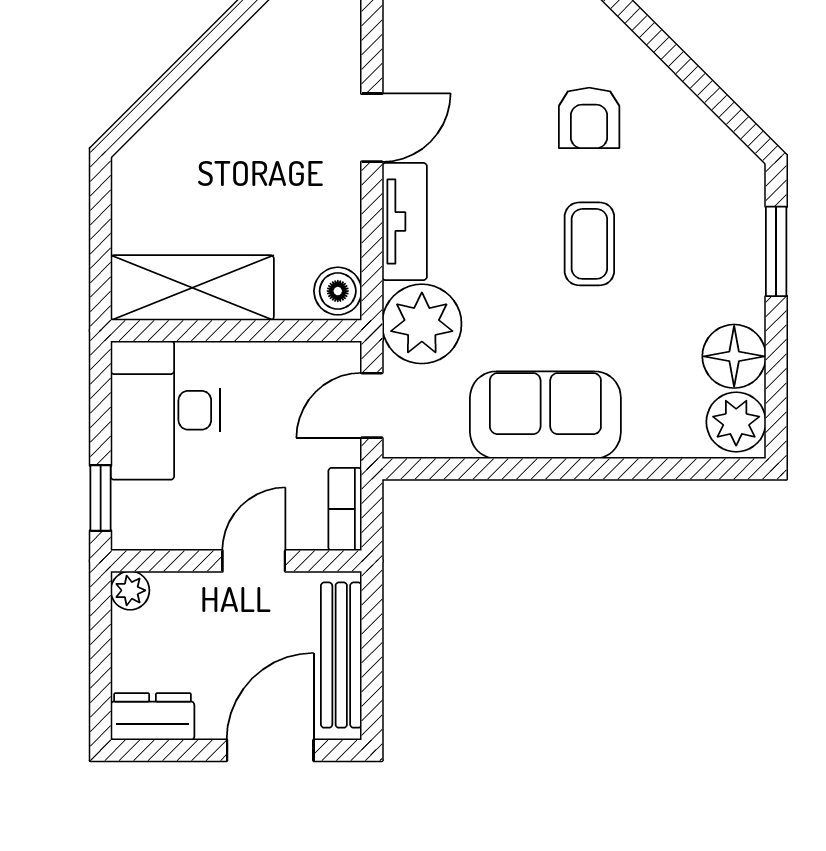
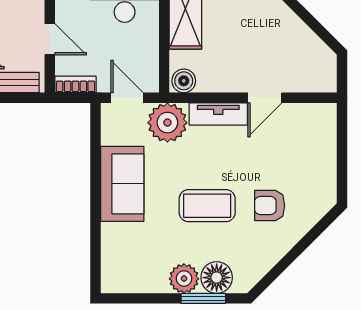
door: (372, 128) -> (265, 98), hinge flipped
coffee table: (589, 244) -> (207, 206), width x1.36, depth x1.30
floor lamp: (734, 356) -> (217, 278), moved
plant: (736, 422) -> (184, 279), moved

